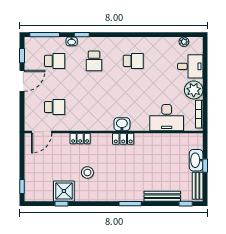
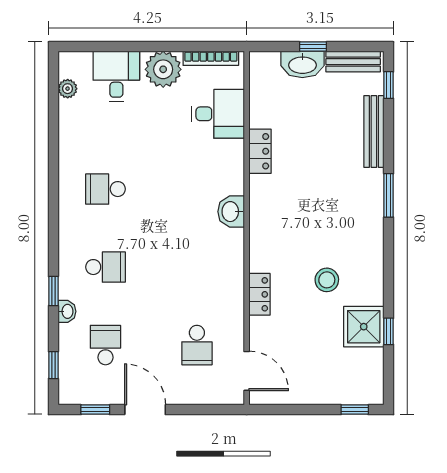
window: (45, 35) -> (53, 365), width x0.46
school desk: (133, 61) -> (105, 189), turned -90
school desk: (55, 107) -> (197, 345), turned 180
desk: (167, 118) -> (218, 114), width x0.73
locker: (123, 139) -> (260, 151), moved

